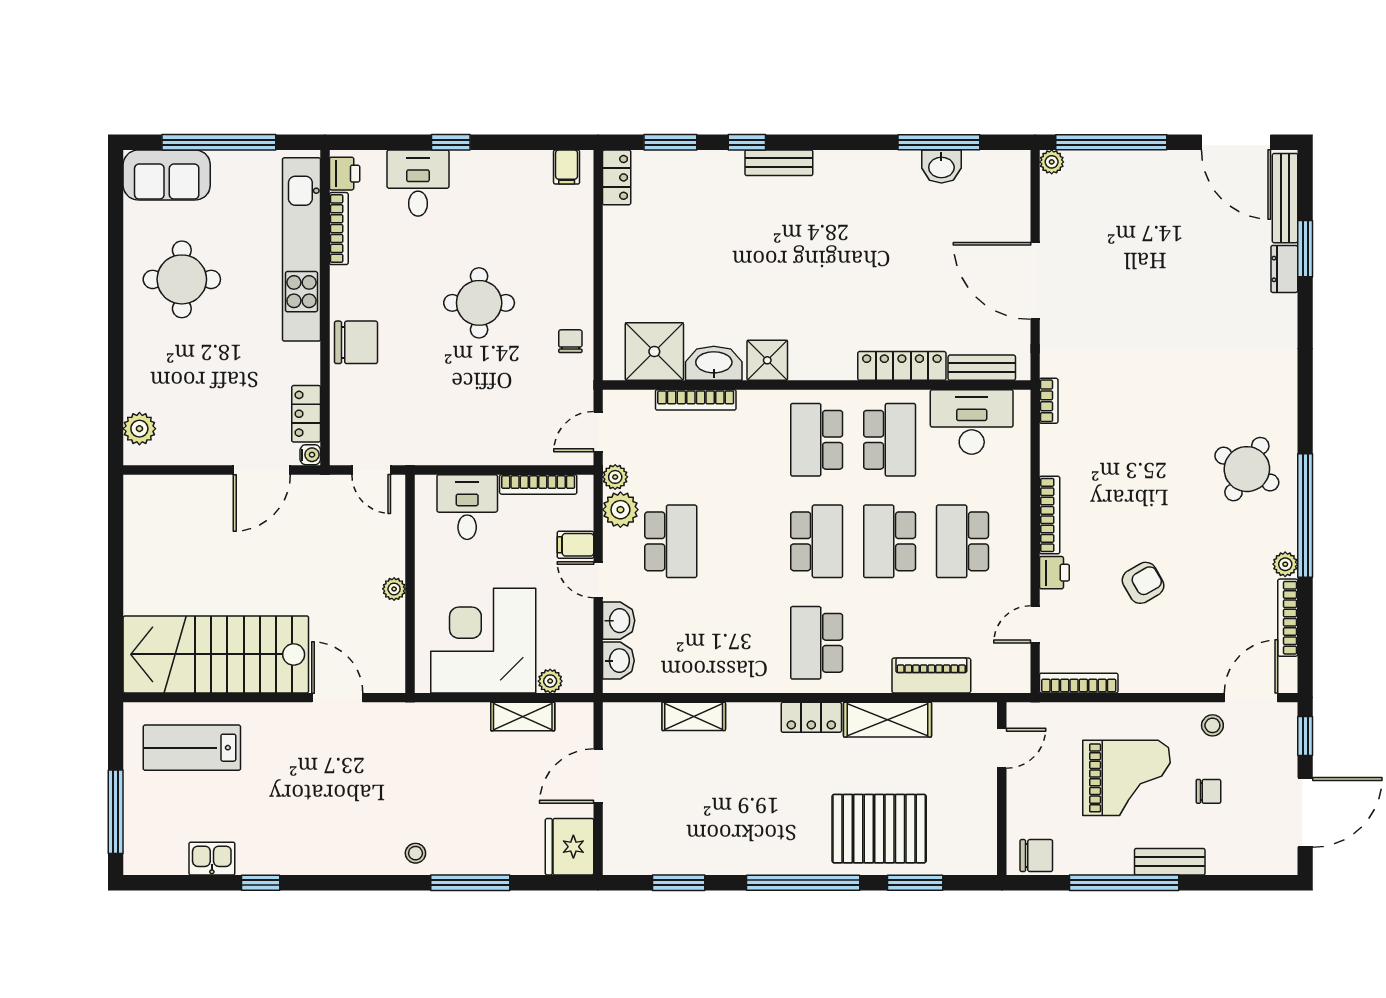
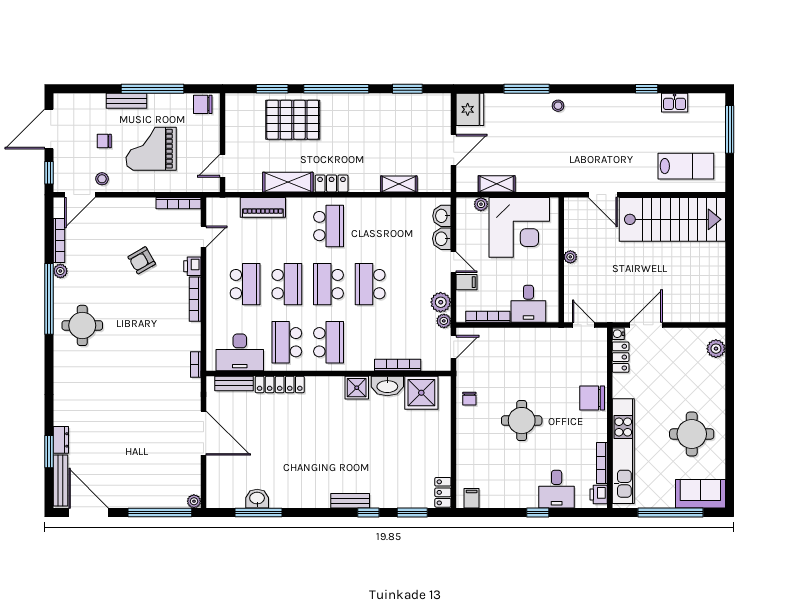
round table: (1247, 469) -> (82, 325), turned -30
school desk: (671, 541) -> (370, 284), moved

